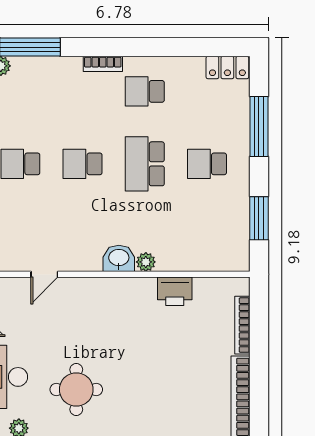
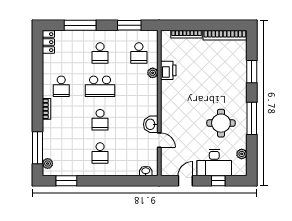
school desk: (207, 236) -> (139, 53), added
washbasin: (119, 258) -> (151, 124), moved
plant: (146, 262) -> (153, 73), moved

